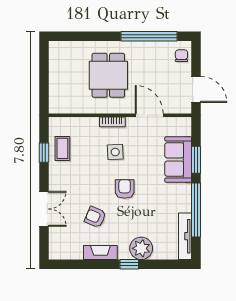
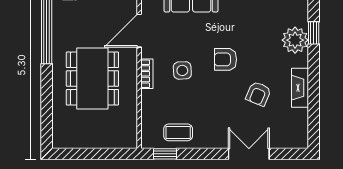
dining table: (108, 75) -> (92, 79), width x1.38
window: (44, 153) -> (165, 154), moved
window: (129, 264) -> (314, 33), moved

